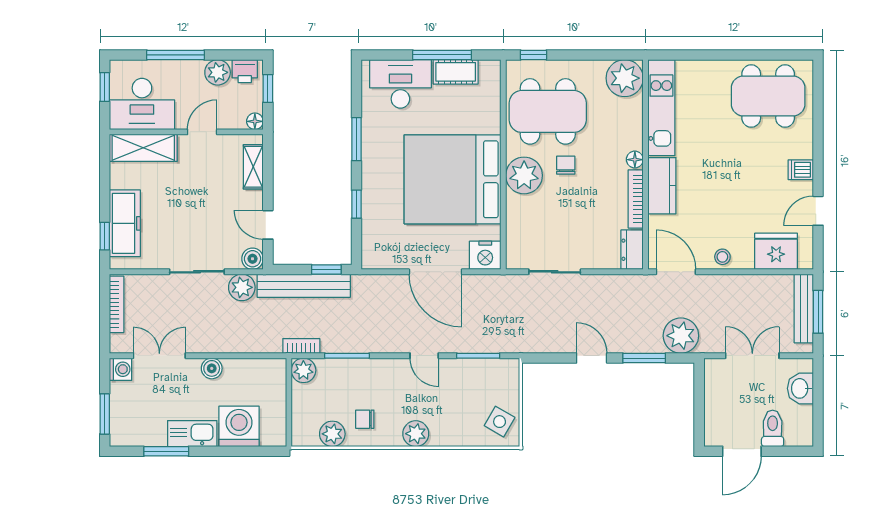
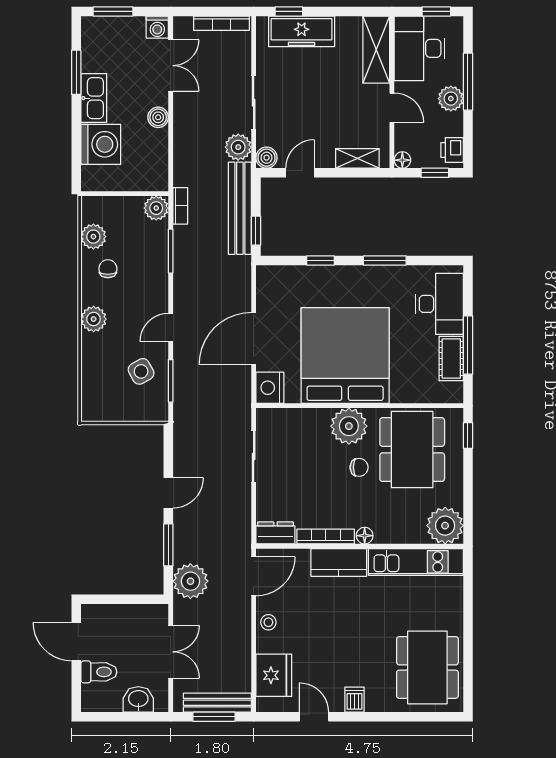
plant: (218, 72) -> (451, 99), moved
side table: (500, 422) -> (141, 371), moved, turned 31

